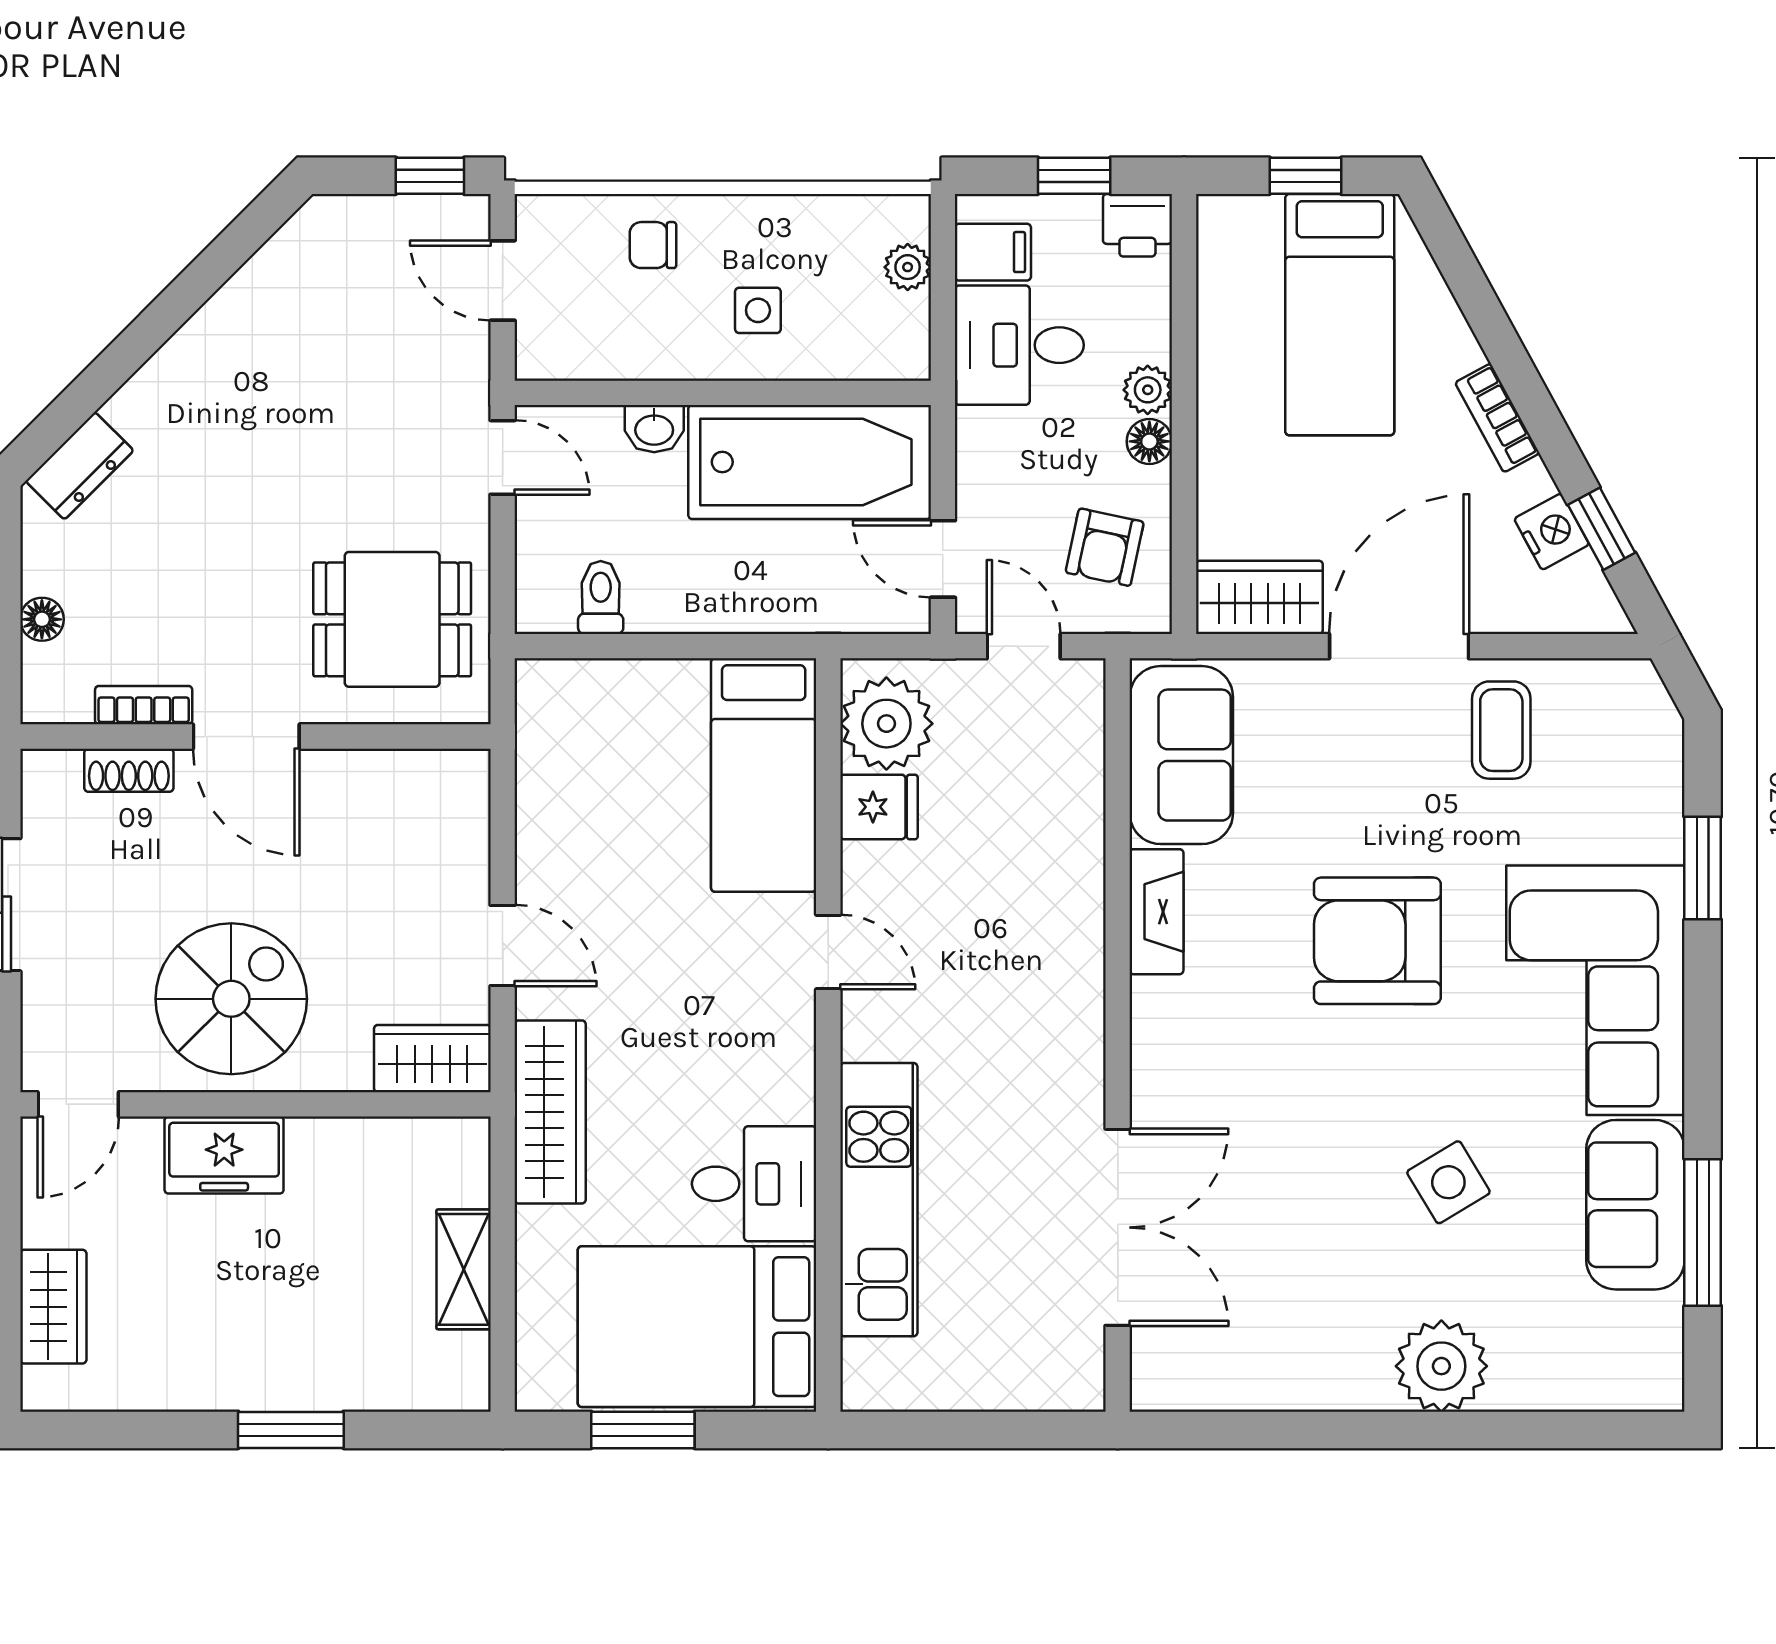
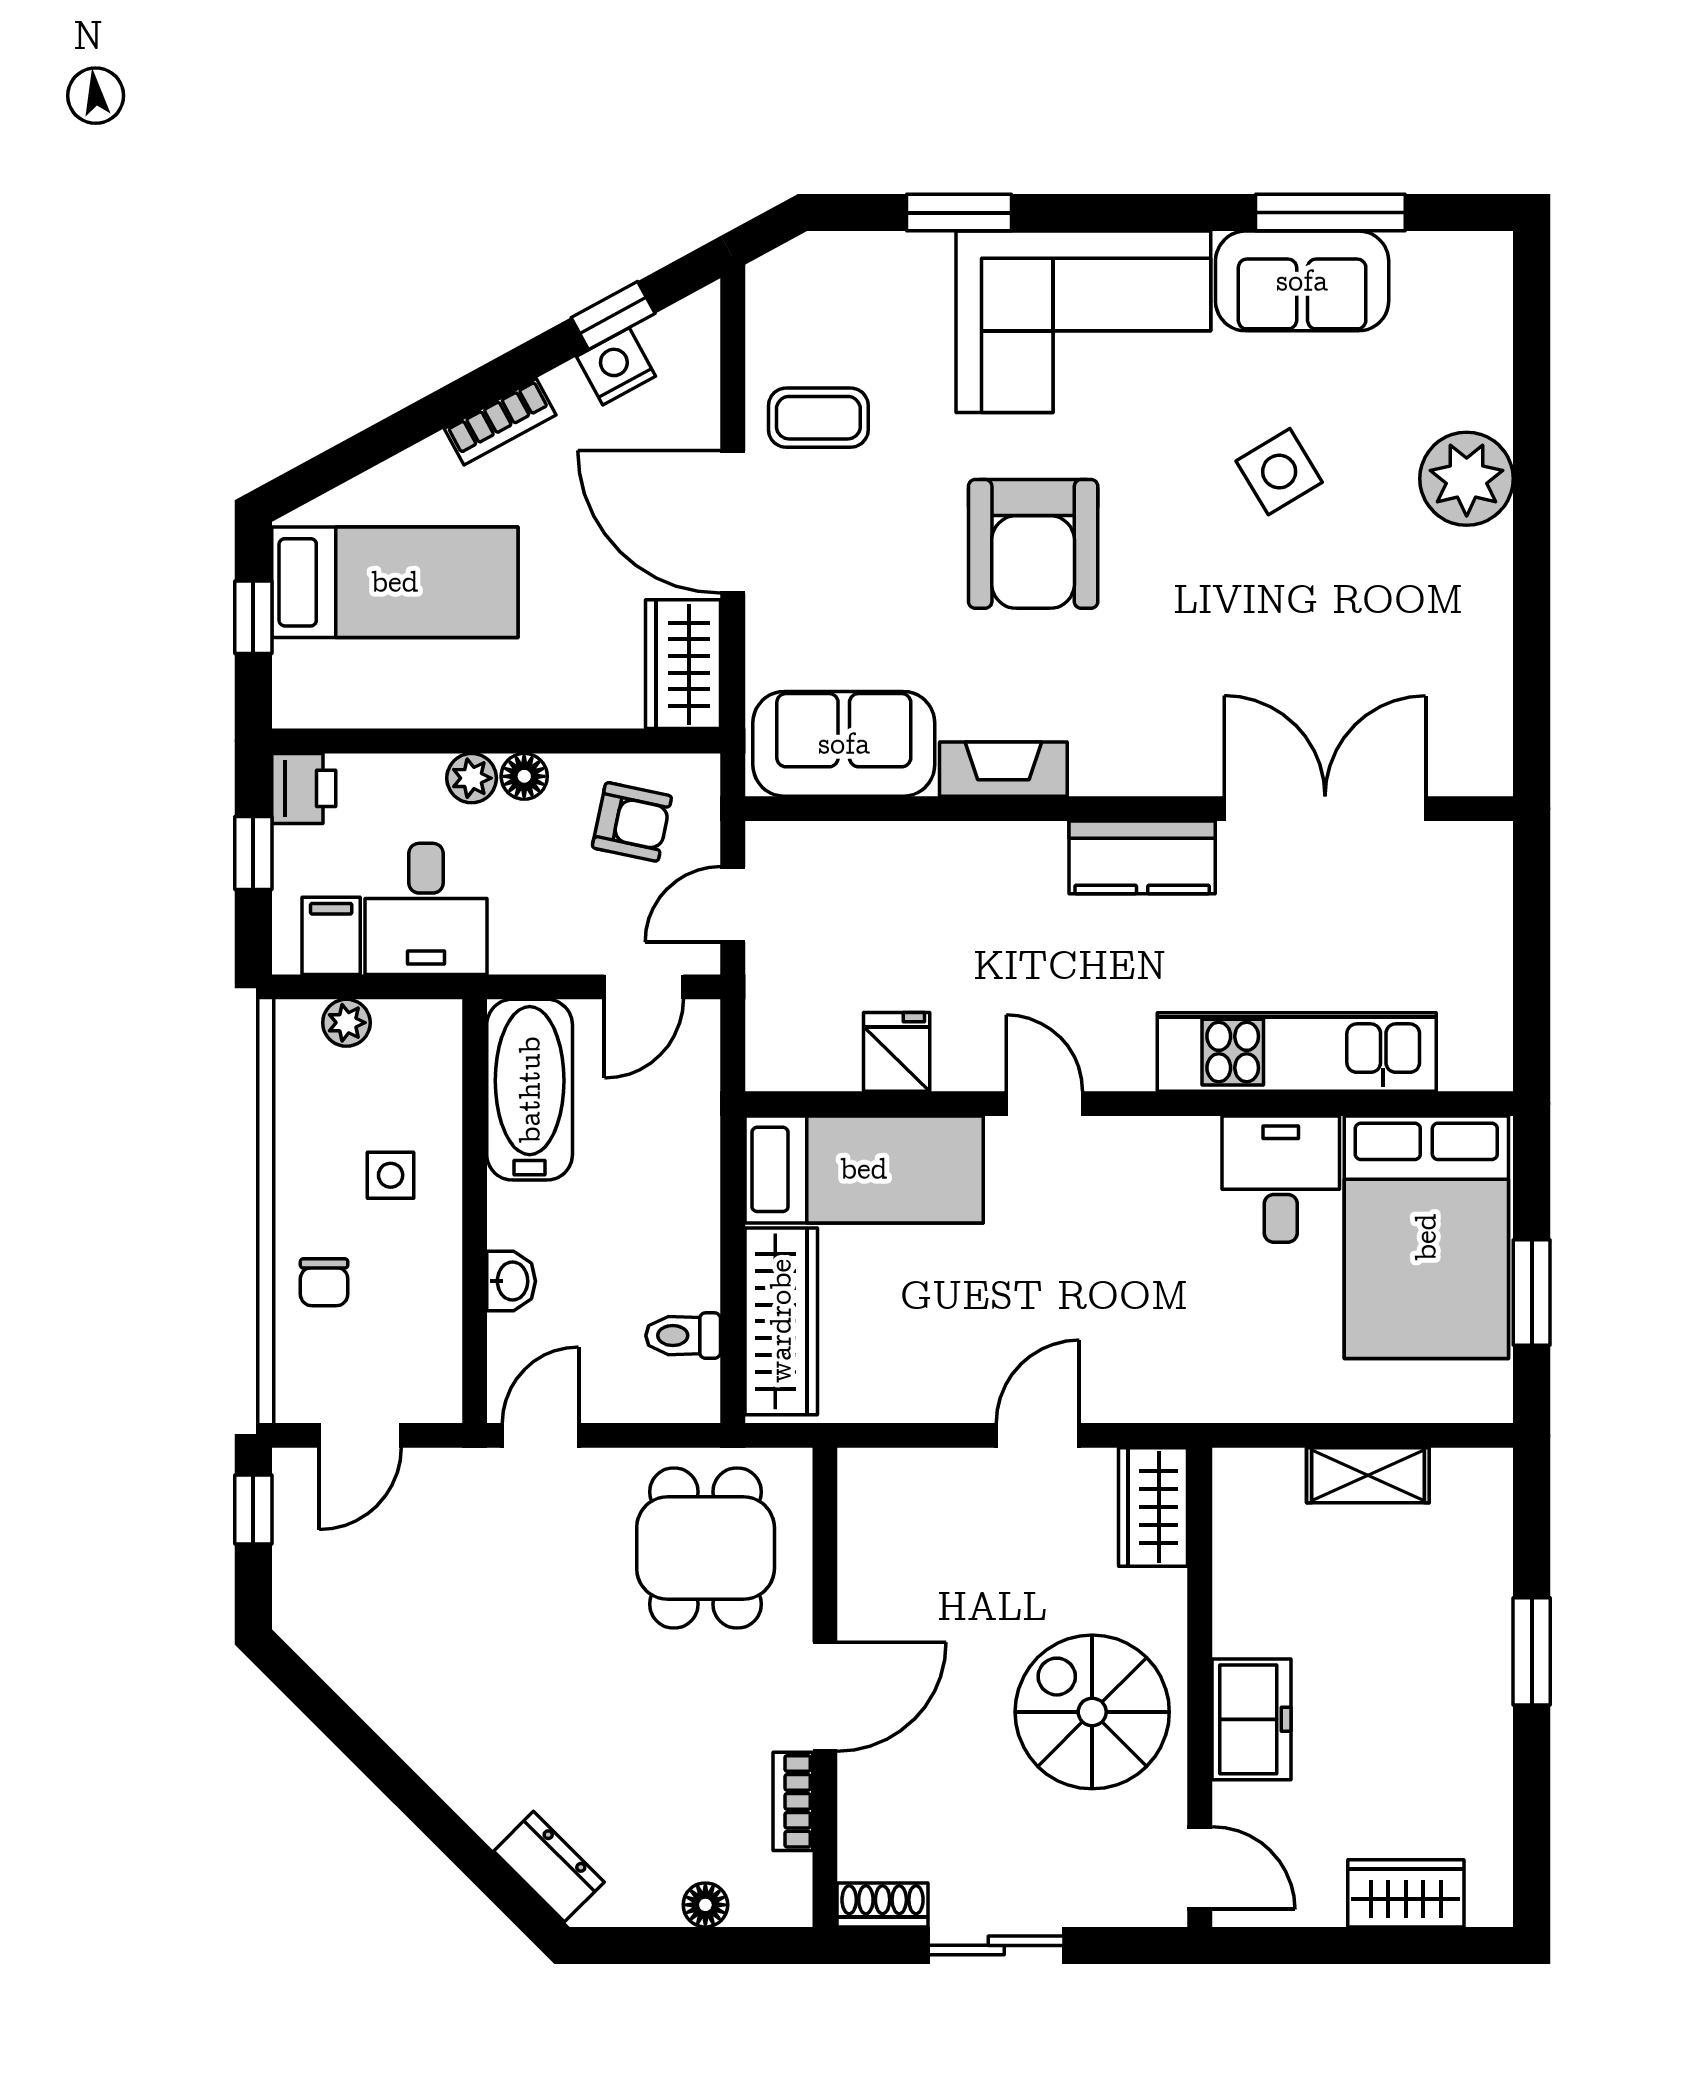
bathtub: (810, 462) -> (530, 1090), width x0.73, depth x0.73
plant: (886, 724) -> (812, 1044), removed
shoe rack: (129, 770) -> (883, 1905), moved, turned -90
door: (828, 952) -> (1044, 1104), hinge flipped
kitchen counter: (1070, 1048) -> (1142, 857), added
wardrobe: (550, 1112) -> (781, 1321), moved, turned 90

